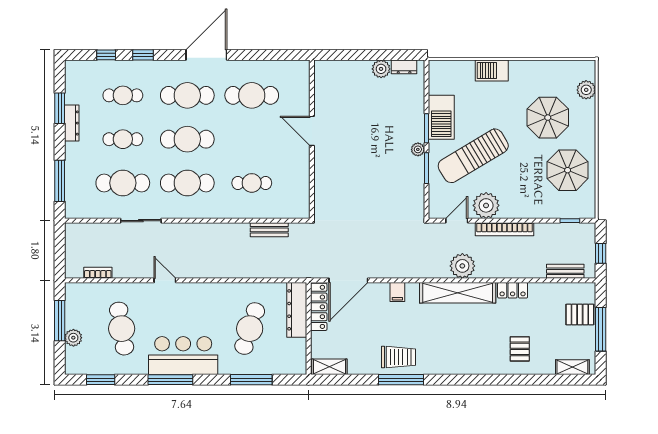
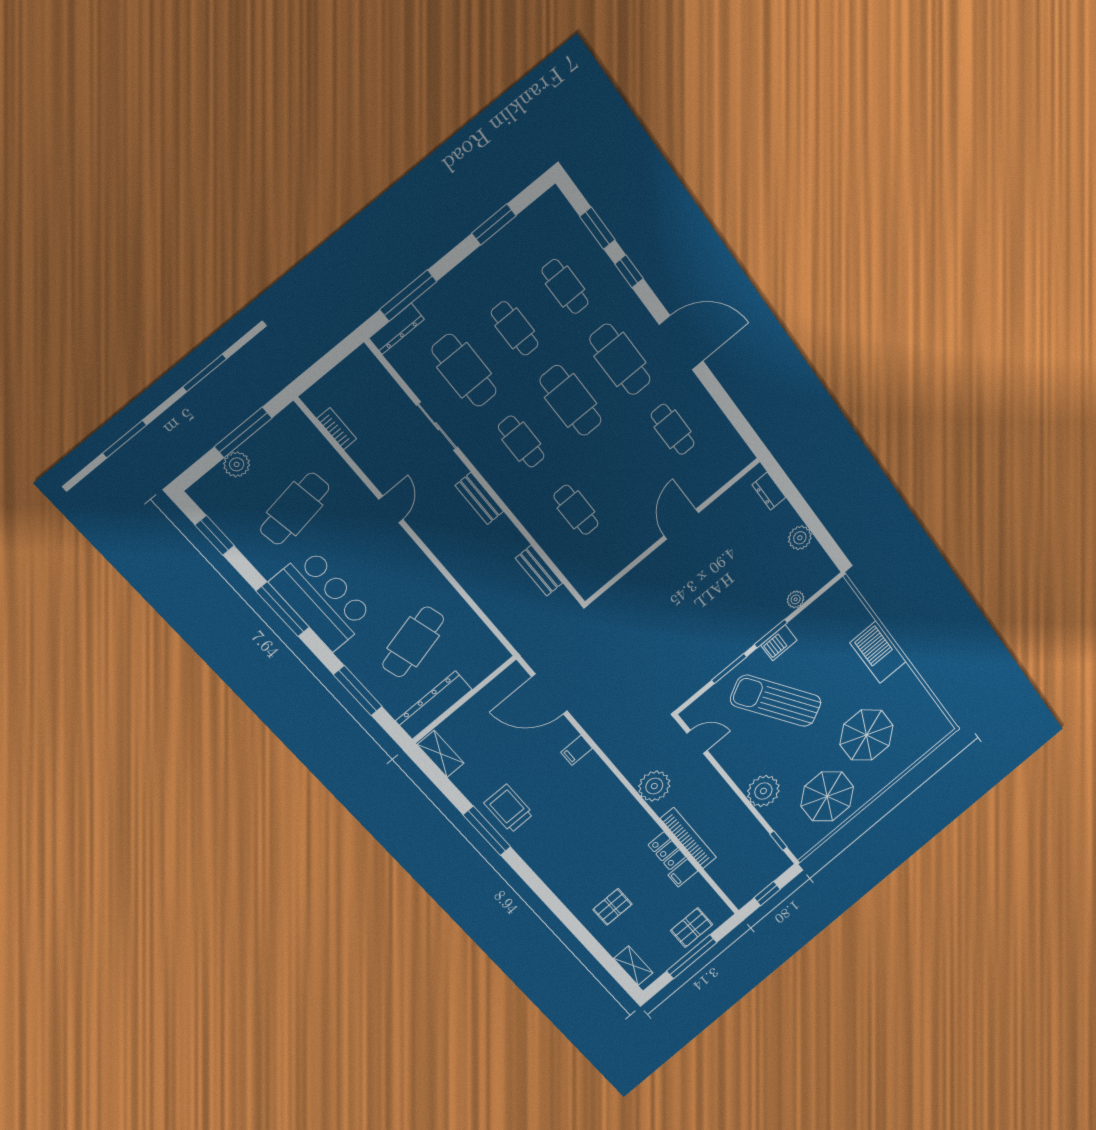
window: (106, 55) -> (597, 228), width x1.50
dresser: (404, 67) -> (769, 491), moved
barbecue: (492, 70) -> (878, 652), width x1.37, depth x1.21
plant: (586, 90) -> (920, 745), removed
cafe table: (252, 95) -> (673, 429), width x0.73, depth x0.74
barbecue: (441, 117) -> (779, 643), width x0.53, depth x0.65
dresser: (72, 123) -> (397, 329), moved
plant: (418, 149) -> (796, 599), moved
cafe table: (187, 183) -> (521, 442), width x0.73, depth x0.74
plant: (486, 205) -> (763, 791), moved
bookcase: (505, 229) -> (688, 838), moved, turned 180
bench: (565, 271) -> (479, 498), moved
filing cabinet: (537, 292) -> (683, 873), added
shelving: (458, 293) -> (623, 805), removed
locker: (319, 307) -> (496, 690), removed
dresser: (297, 310) -> (434, 705), moved
pallet: (580, 315) -> (692, 928), turned 90
cafe table: (250, 329) -> (413, 642), turned -33
trolley: (398, 357) -> (509, 809), turned 180

